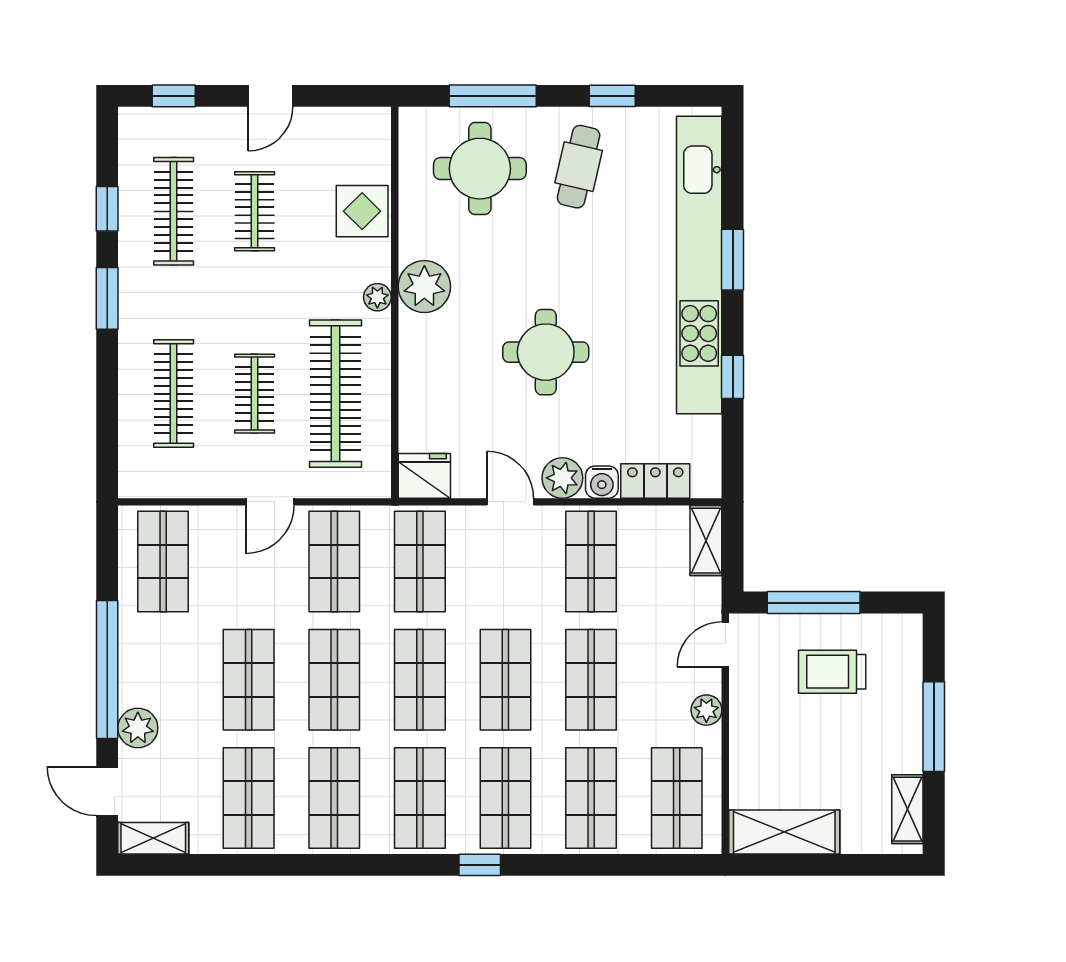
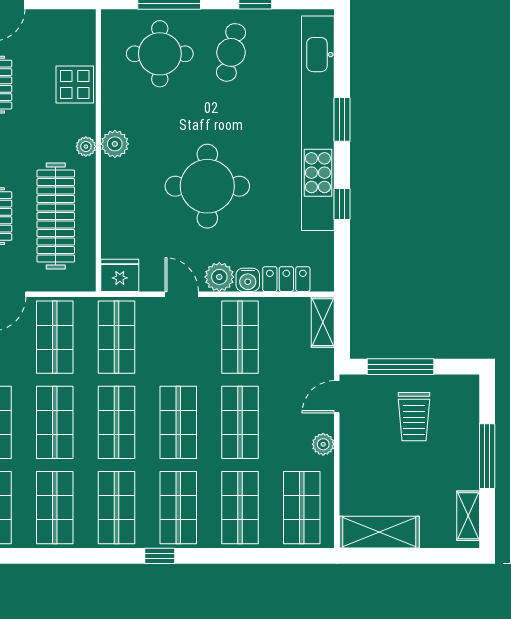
plant: (424, 287) -> (115, 144), width x0.73, depth x0.73
round table: (546, 352) -> (207, 186), width x1.36, depth x1.36
trolley: (832, 672) -> (414, 417), turned -90

